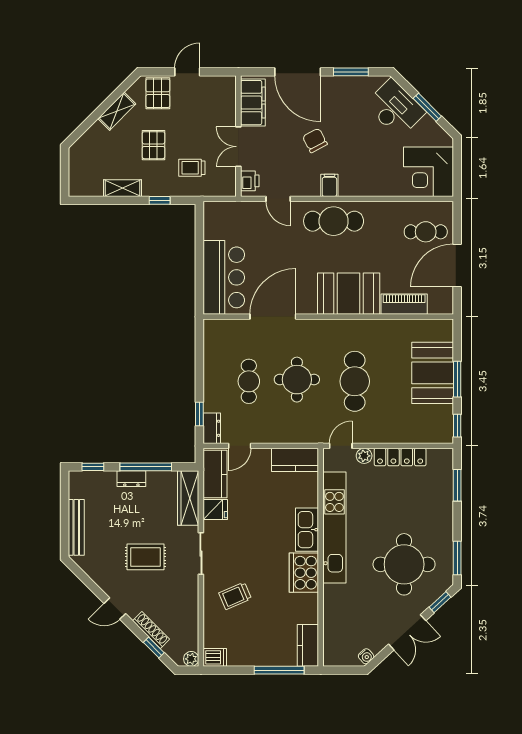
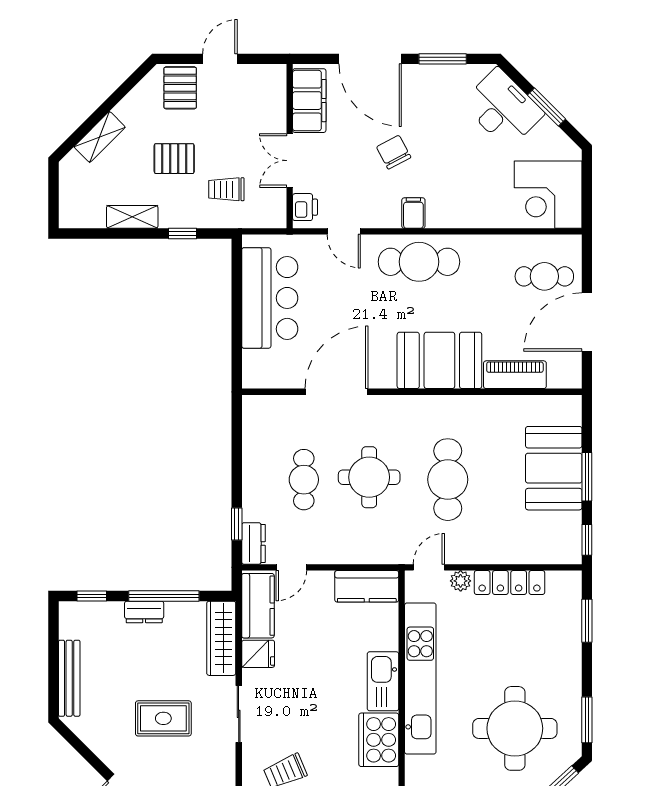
shelving: (117, 111) -> (100, 137), moved
pallet: (153, 145) -> (174, 159), turned 90
bar counter: (224, 277) -> (270, 298), moved

